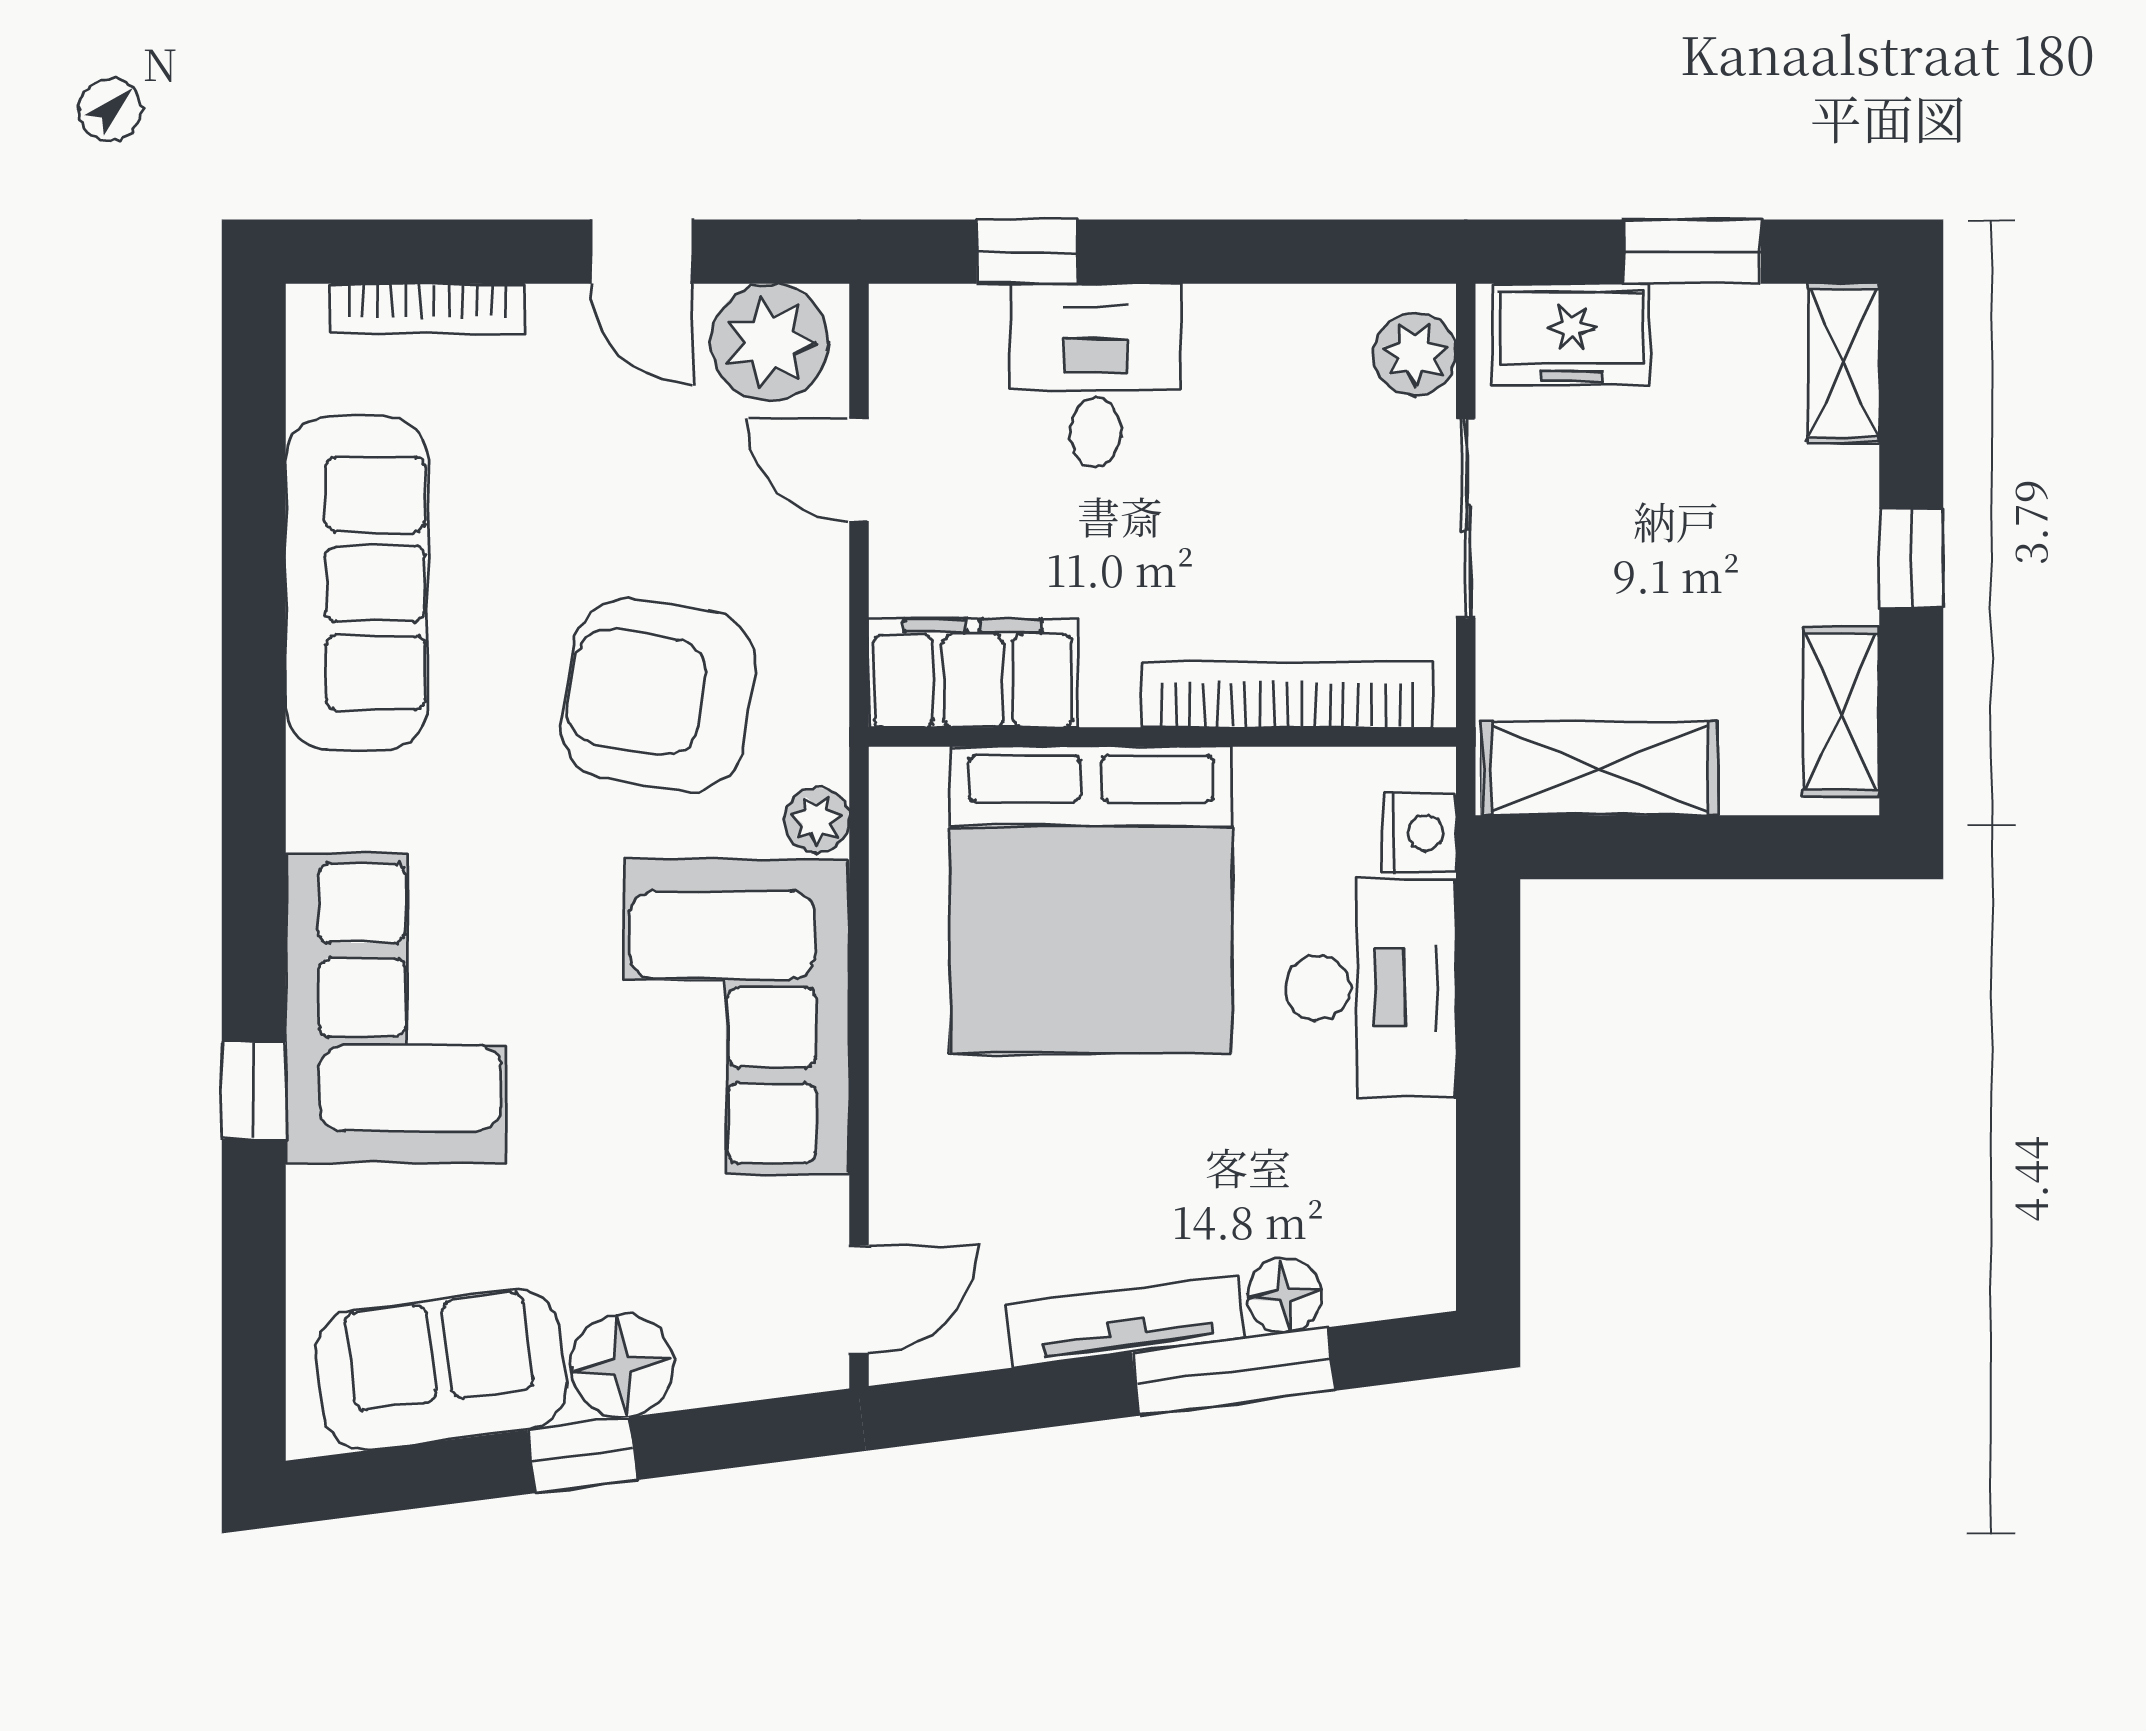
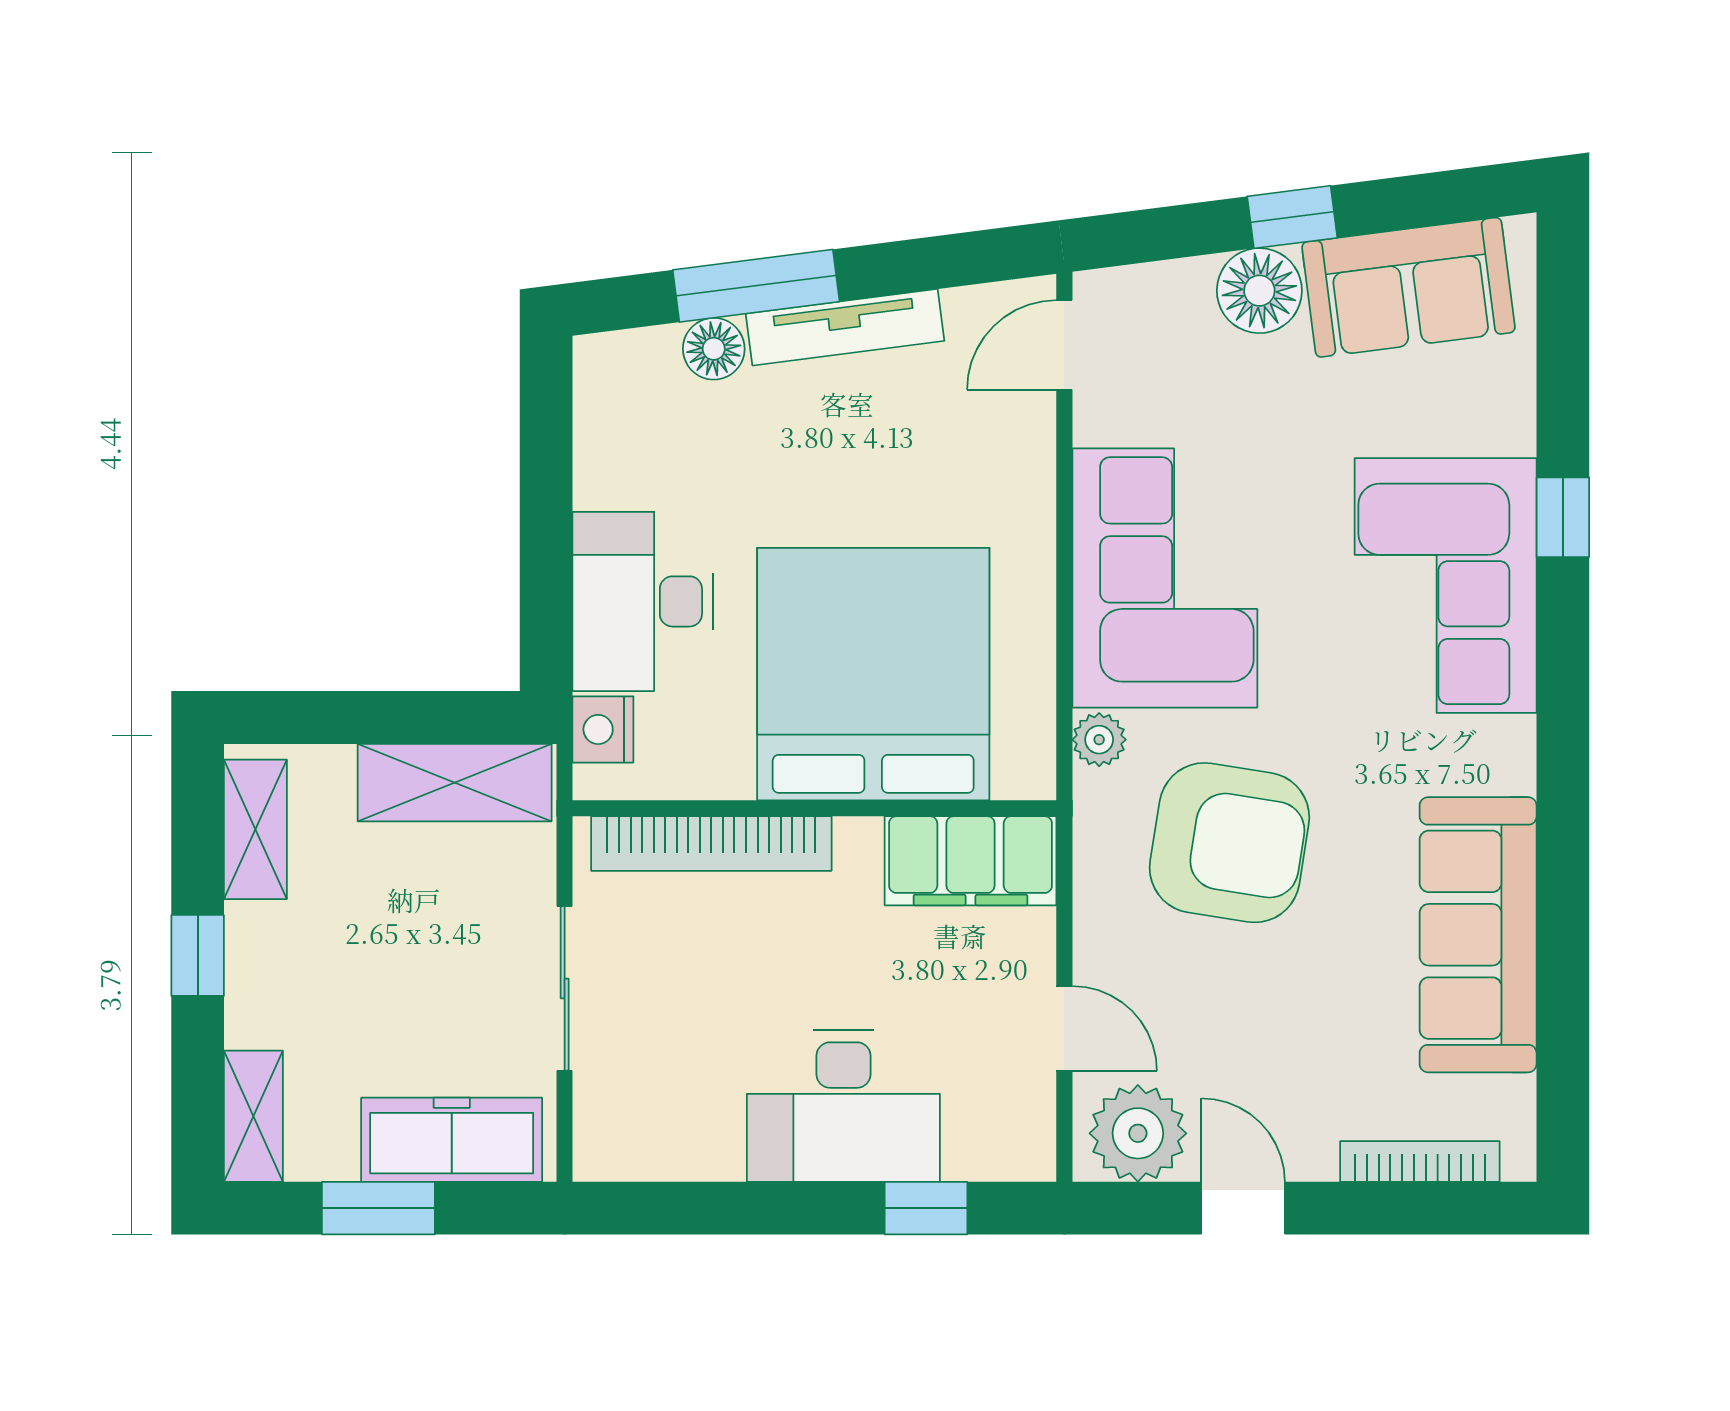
freezer: (1571, 335) -> (452, 1140), width x1.40
plant: (1415, 354) -> (606, 1124), removed
desk: (1095, 376) -> (843, 1106), width x1.37

